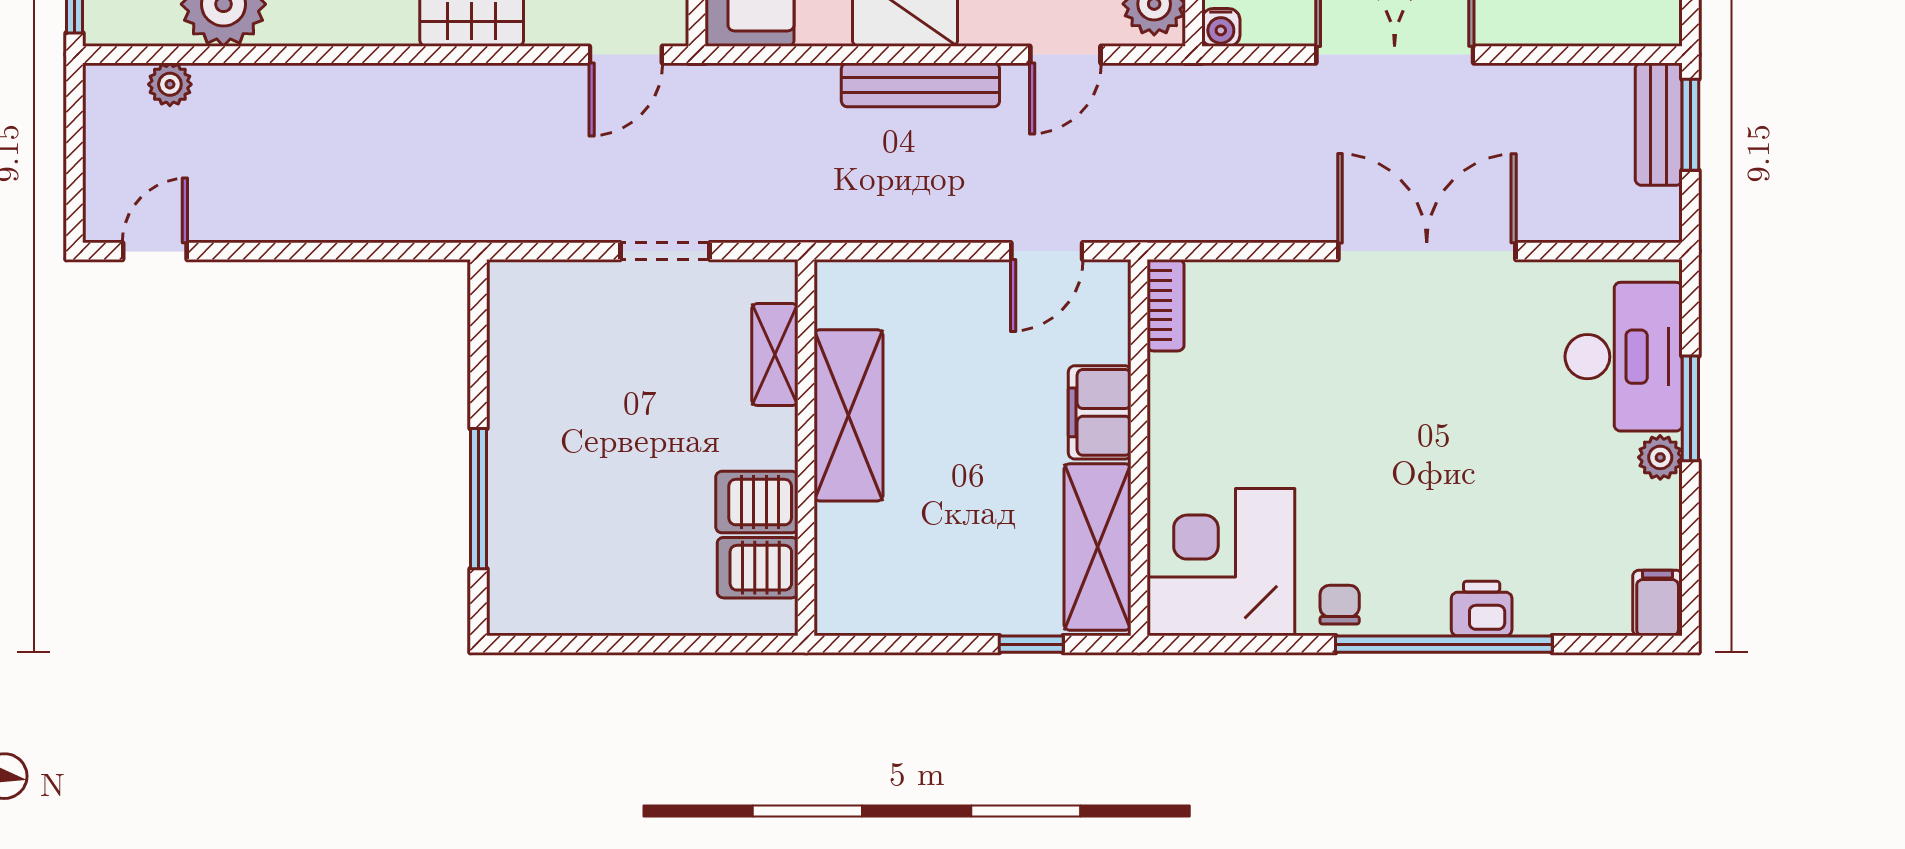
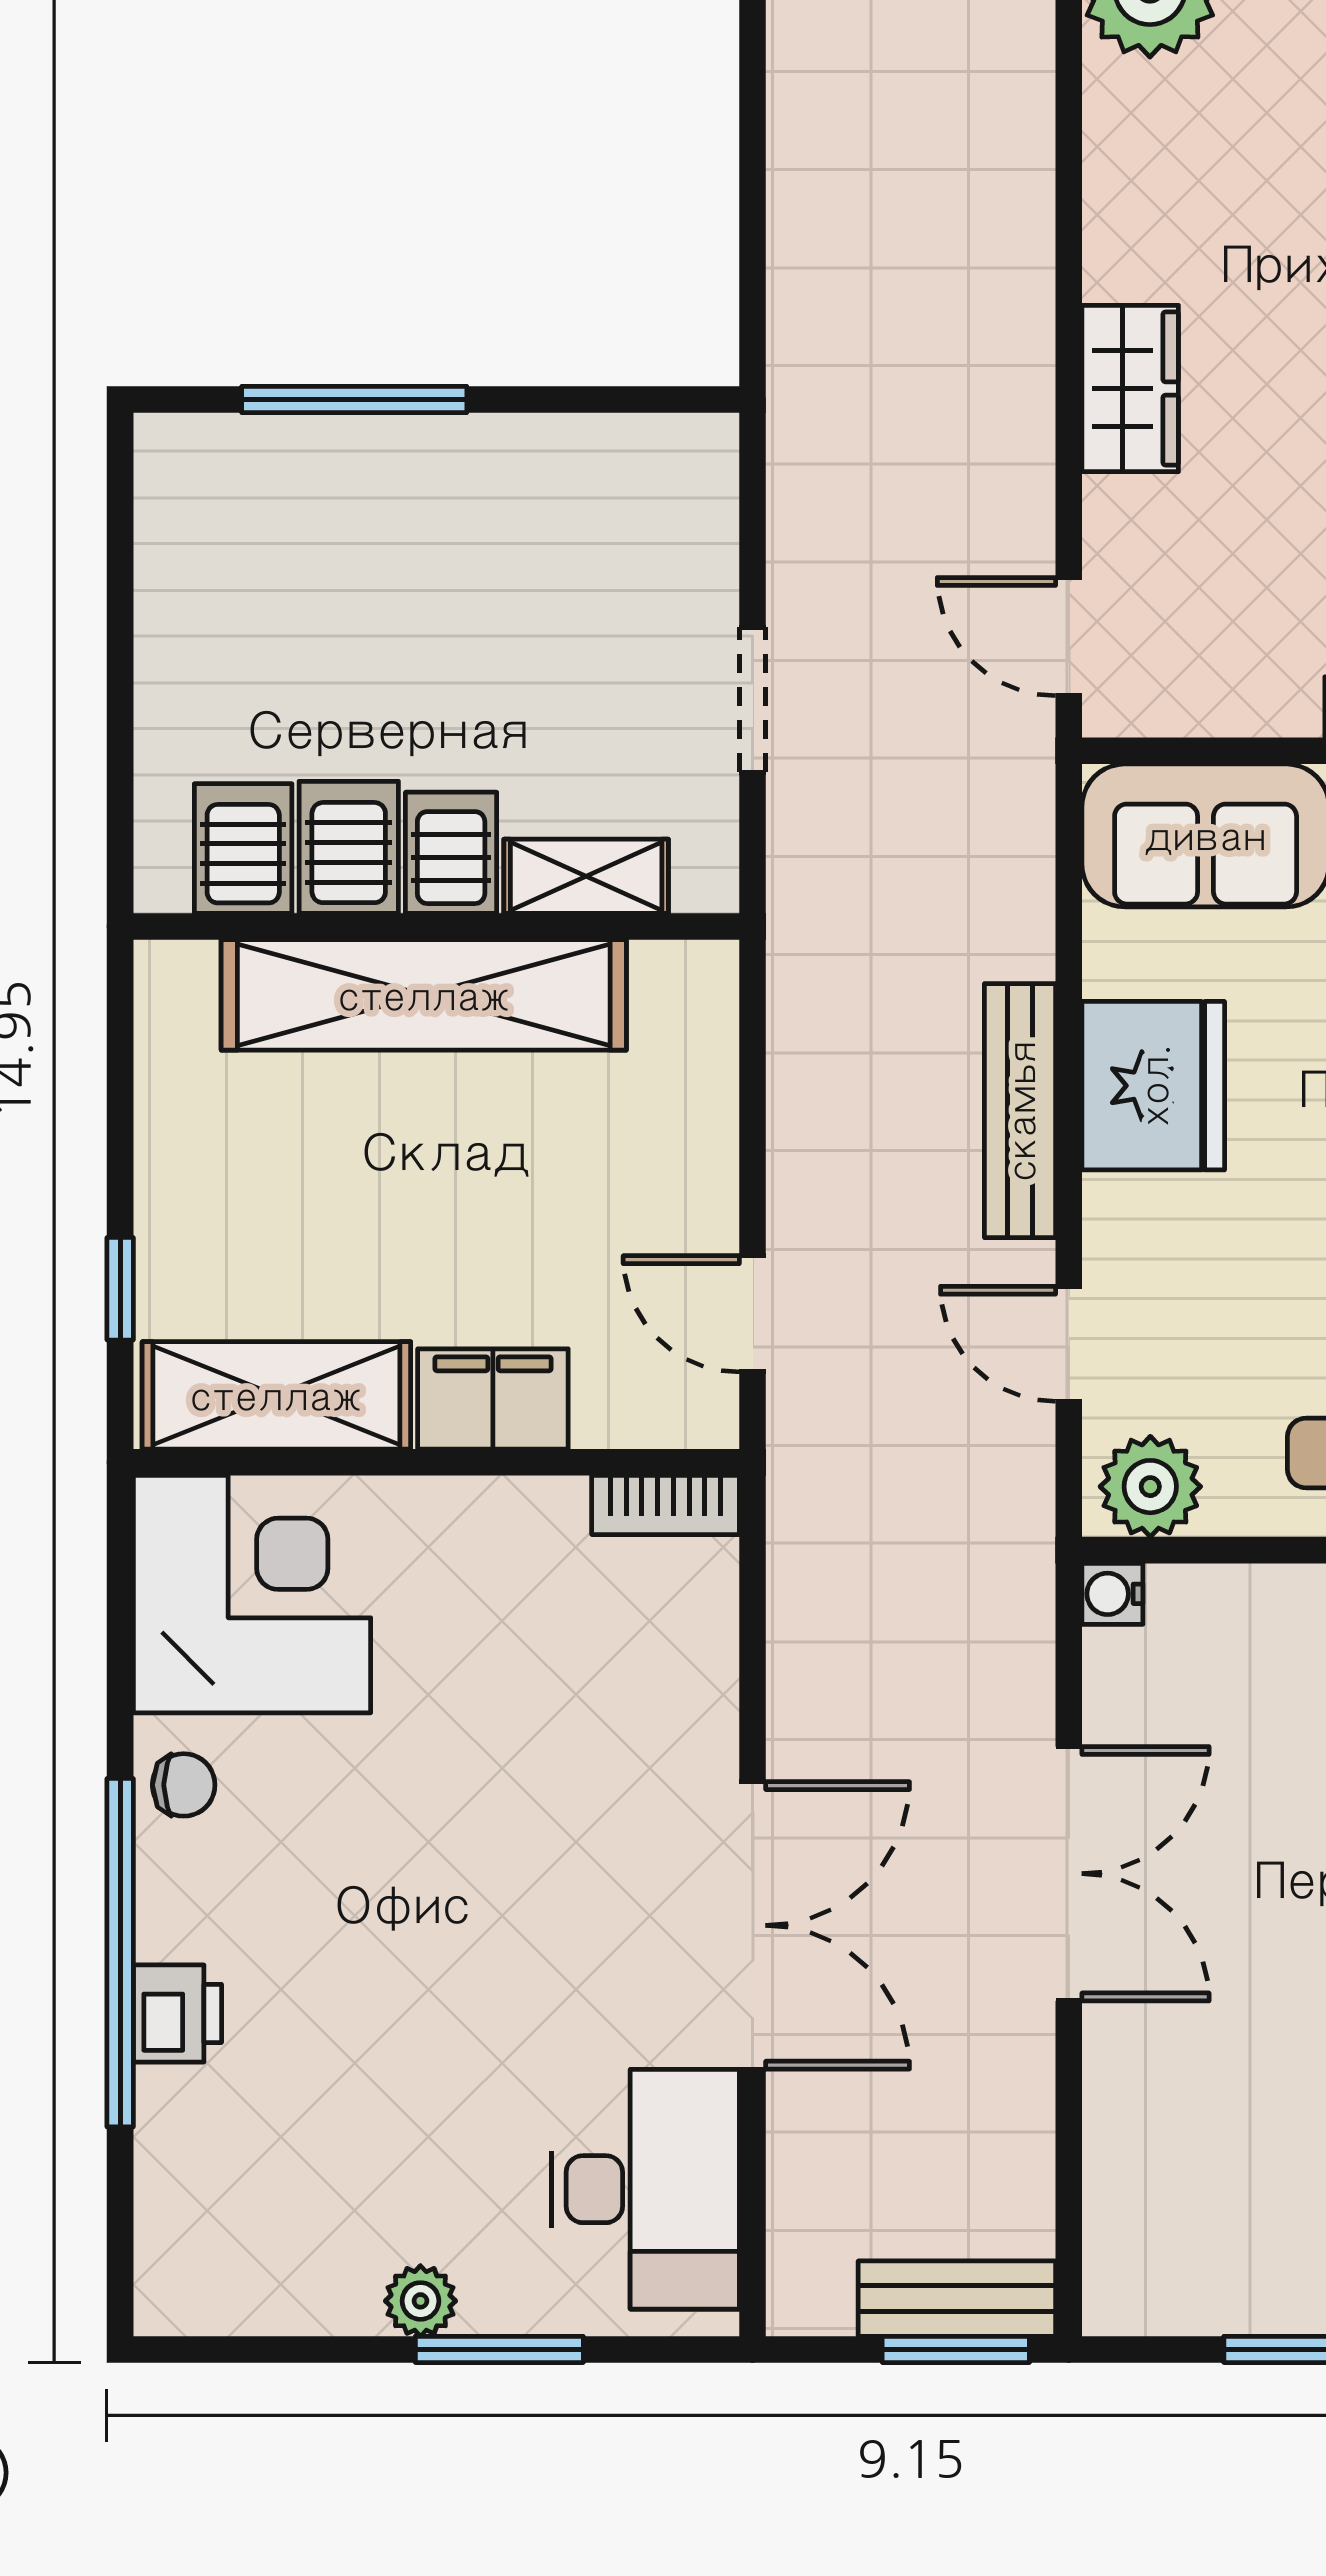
desk: (1624, 357) -> (645, 2189), moved, turned -90
shelving: (849, 415) -> (424, 995), width x1.47
server rack: (760, 438) -> (451, 853), added
filing cabinet: (1658, 603) -> (186, 2297), removed

